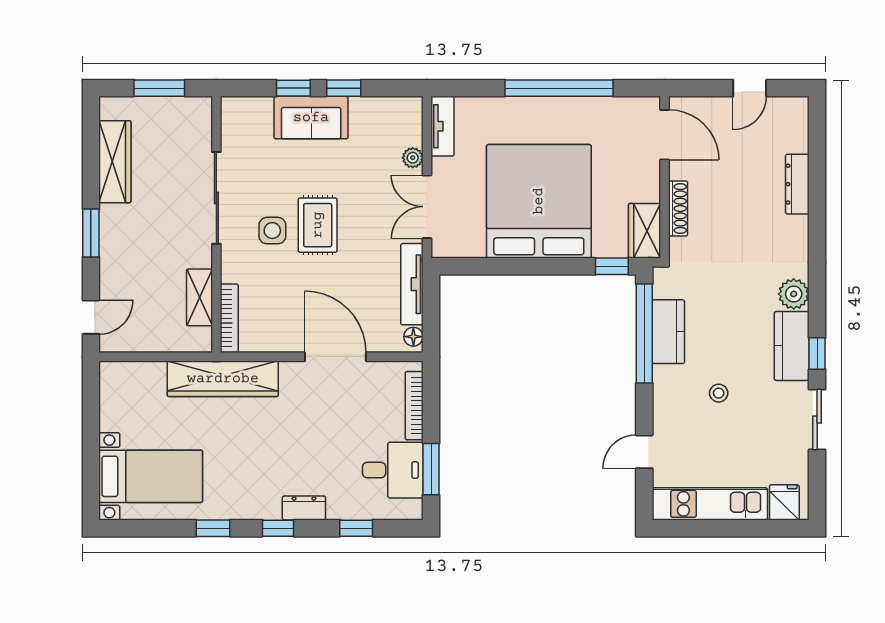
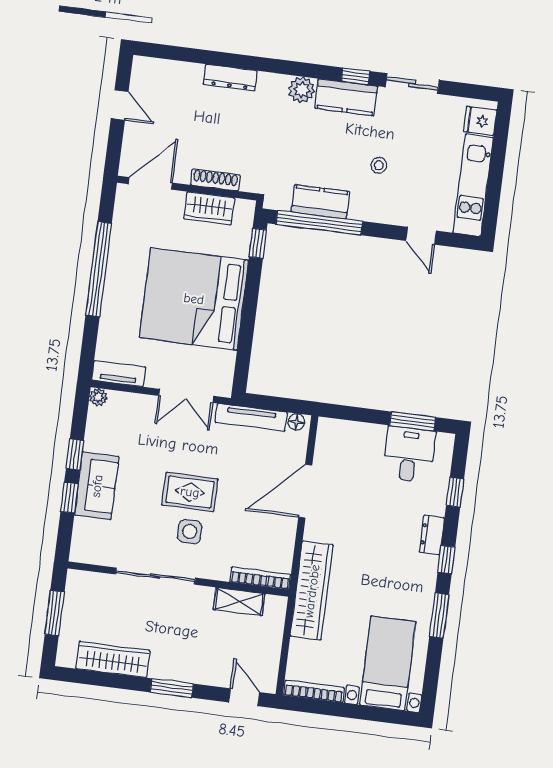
plant: (413, 158) -> (98, 397), moved
dresser: (797, 184) -> (230, 78), moved
wardrobe: (645, 231) -> (209, 208), moved
bookcase: (414, 406) -> (314, 691), moved, turned 180
window: (213, 528) -> (439, 616), width x1.50

